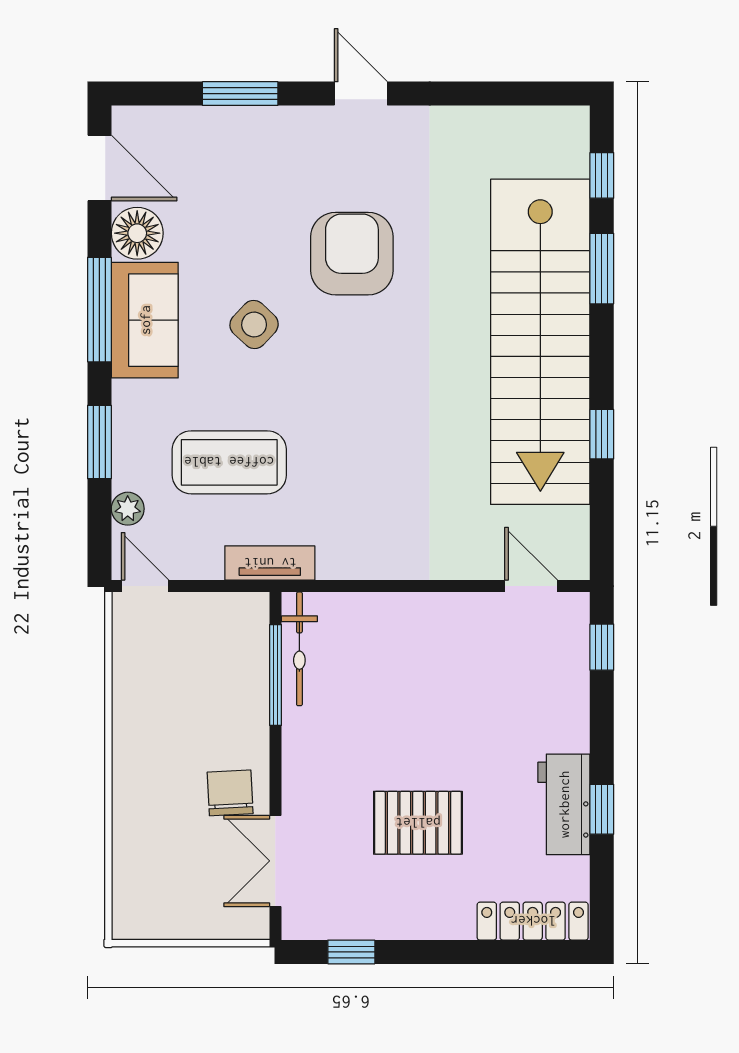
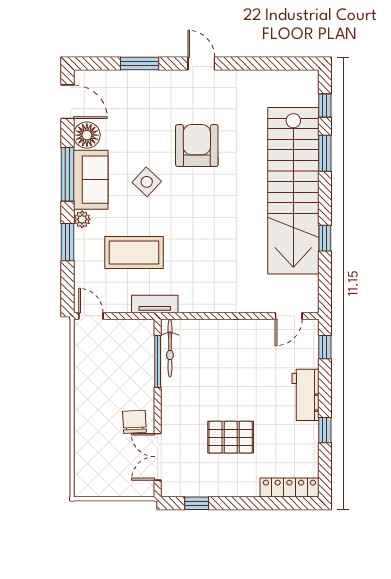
plant: (128, 509) -> (82, 219), moved
door: (531, 586) -> (289, 316), swing flipped
workbench: (564, 804) -> (305, 395), moved

